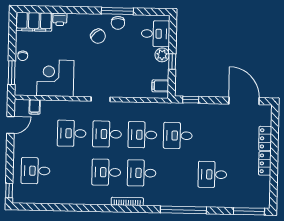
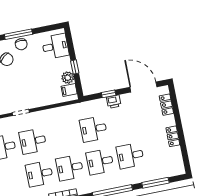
plant: (162, 55) -> (68, 78), moved
window: (191, 100) -> (109, 94), moved
printer: (207, 110) -> (114, 102), added
desk: (142, 135) -> (100, 162), moved
locker: (265, 138) -> (166, 105), moved
window: (249, 211) -> (155, 183), moved

